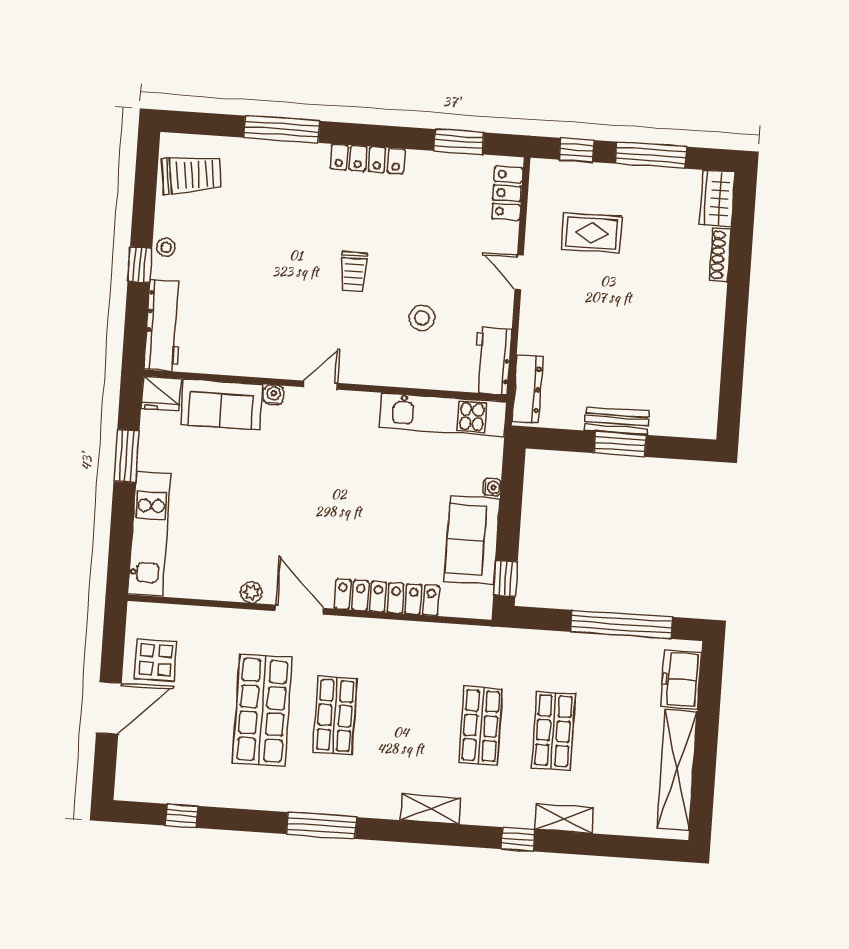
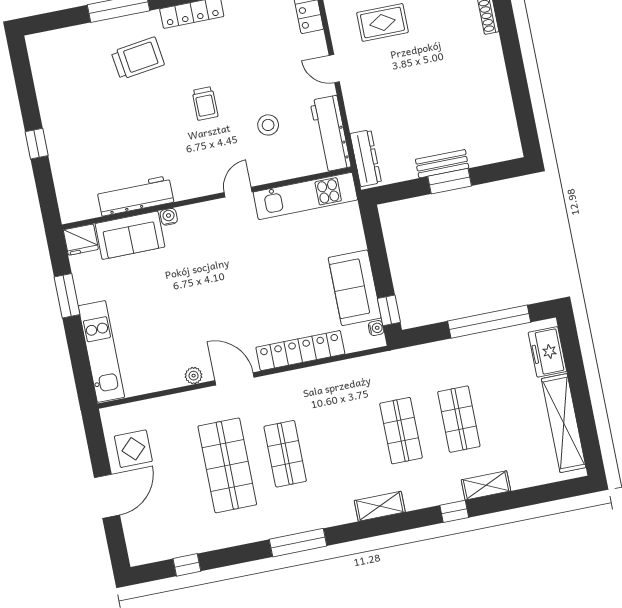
trolley: (191, 175) -> (138, 58), moved
stool: (166, 247) -> (53, 125), removed
workbench: (164, 325) -> (135, 196), moved, turned -90
workbench: (493, 361) -> (330, 134), width x1.38
door: (320, 385) -> (238, 192), moved
water cooler: (492, 487) -> (376, 328), moved

